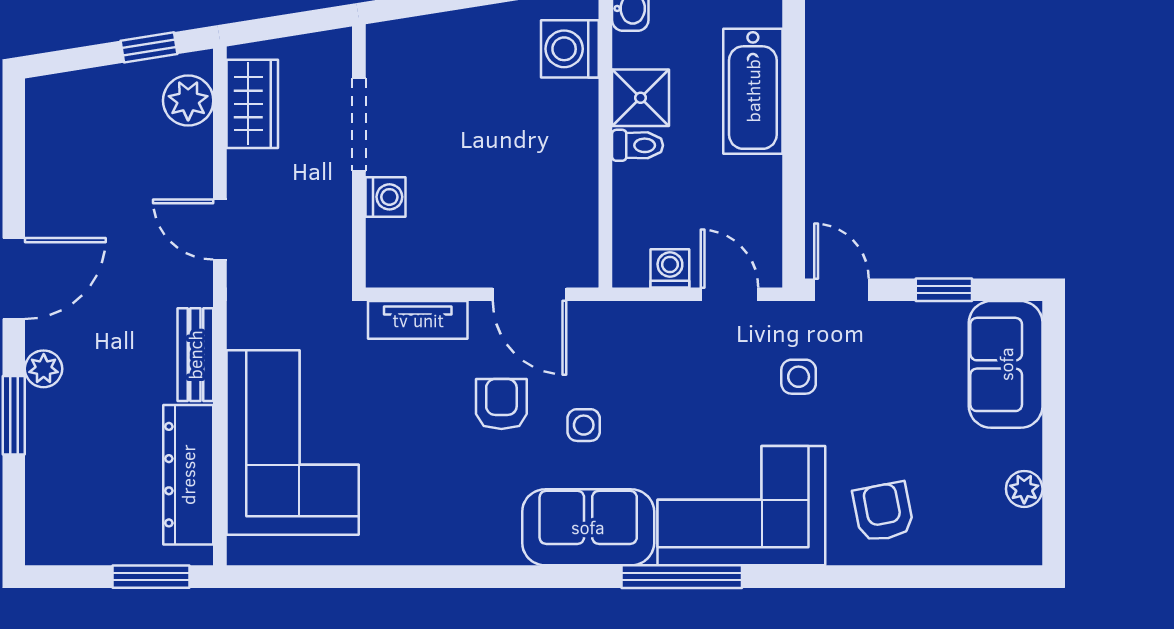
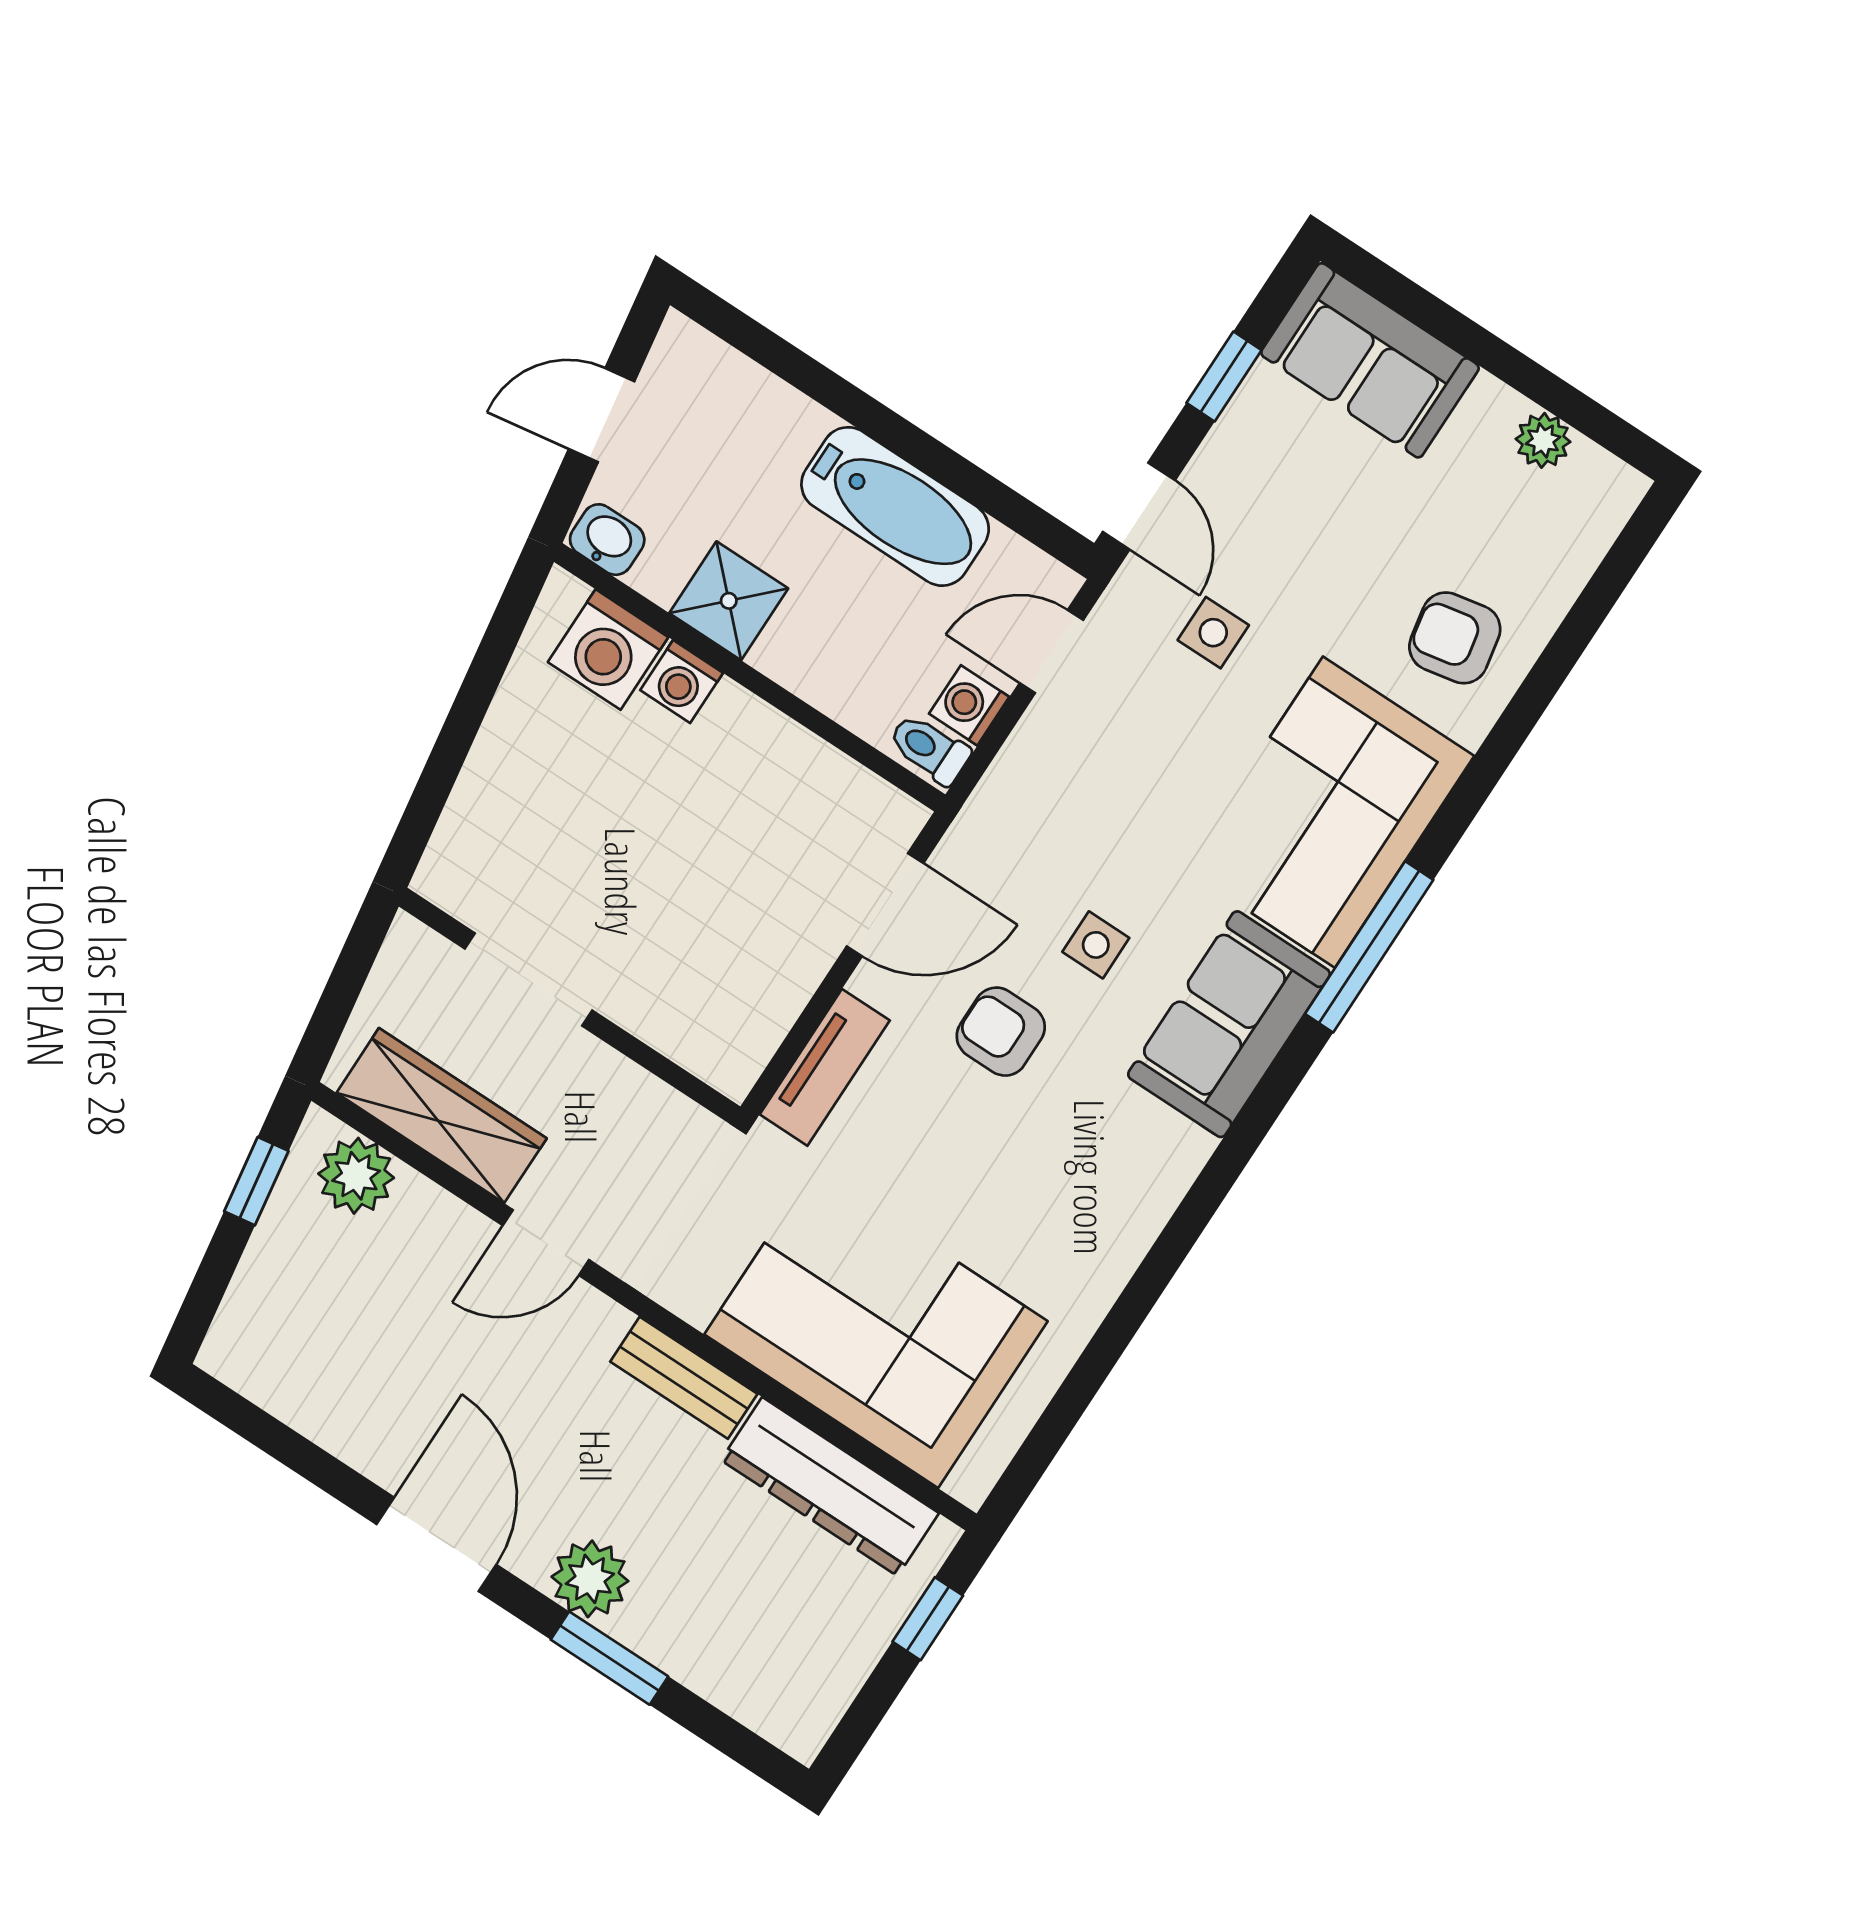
bathtub: (753, 91) -> (895, 506), moved
wardrobe: (252, 104) -> (442, 1116), width x1.50
toilet: (638, 145) -> (929, 749), moved, turned -90
washing machine: (385, 197) -> (682, 682), moved, turned 180
door: (841, 290) -> (1139, 506), swing flipped
plant: (44, 369) -> (590, 1579), width x1.38, depth x1.38
window: (151, 577) -> (928, 1619), width x0.67

